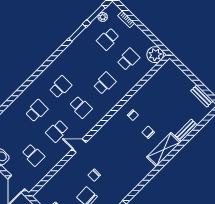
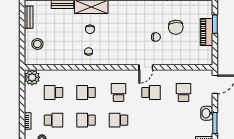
stool: (176, 83) -> (37, 44), added
school desk: (37, 111) -> (86, 120), moved
door: (79, 146) -> (146, 67), hinge flipped

